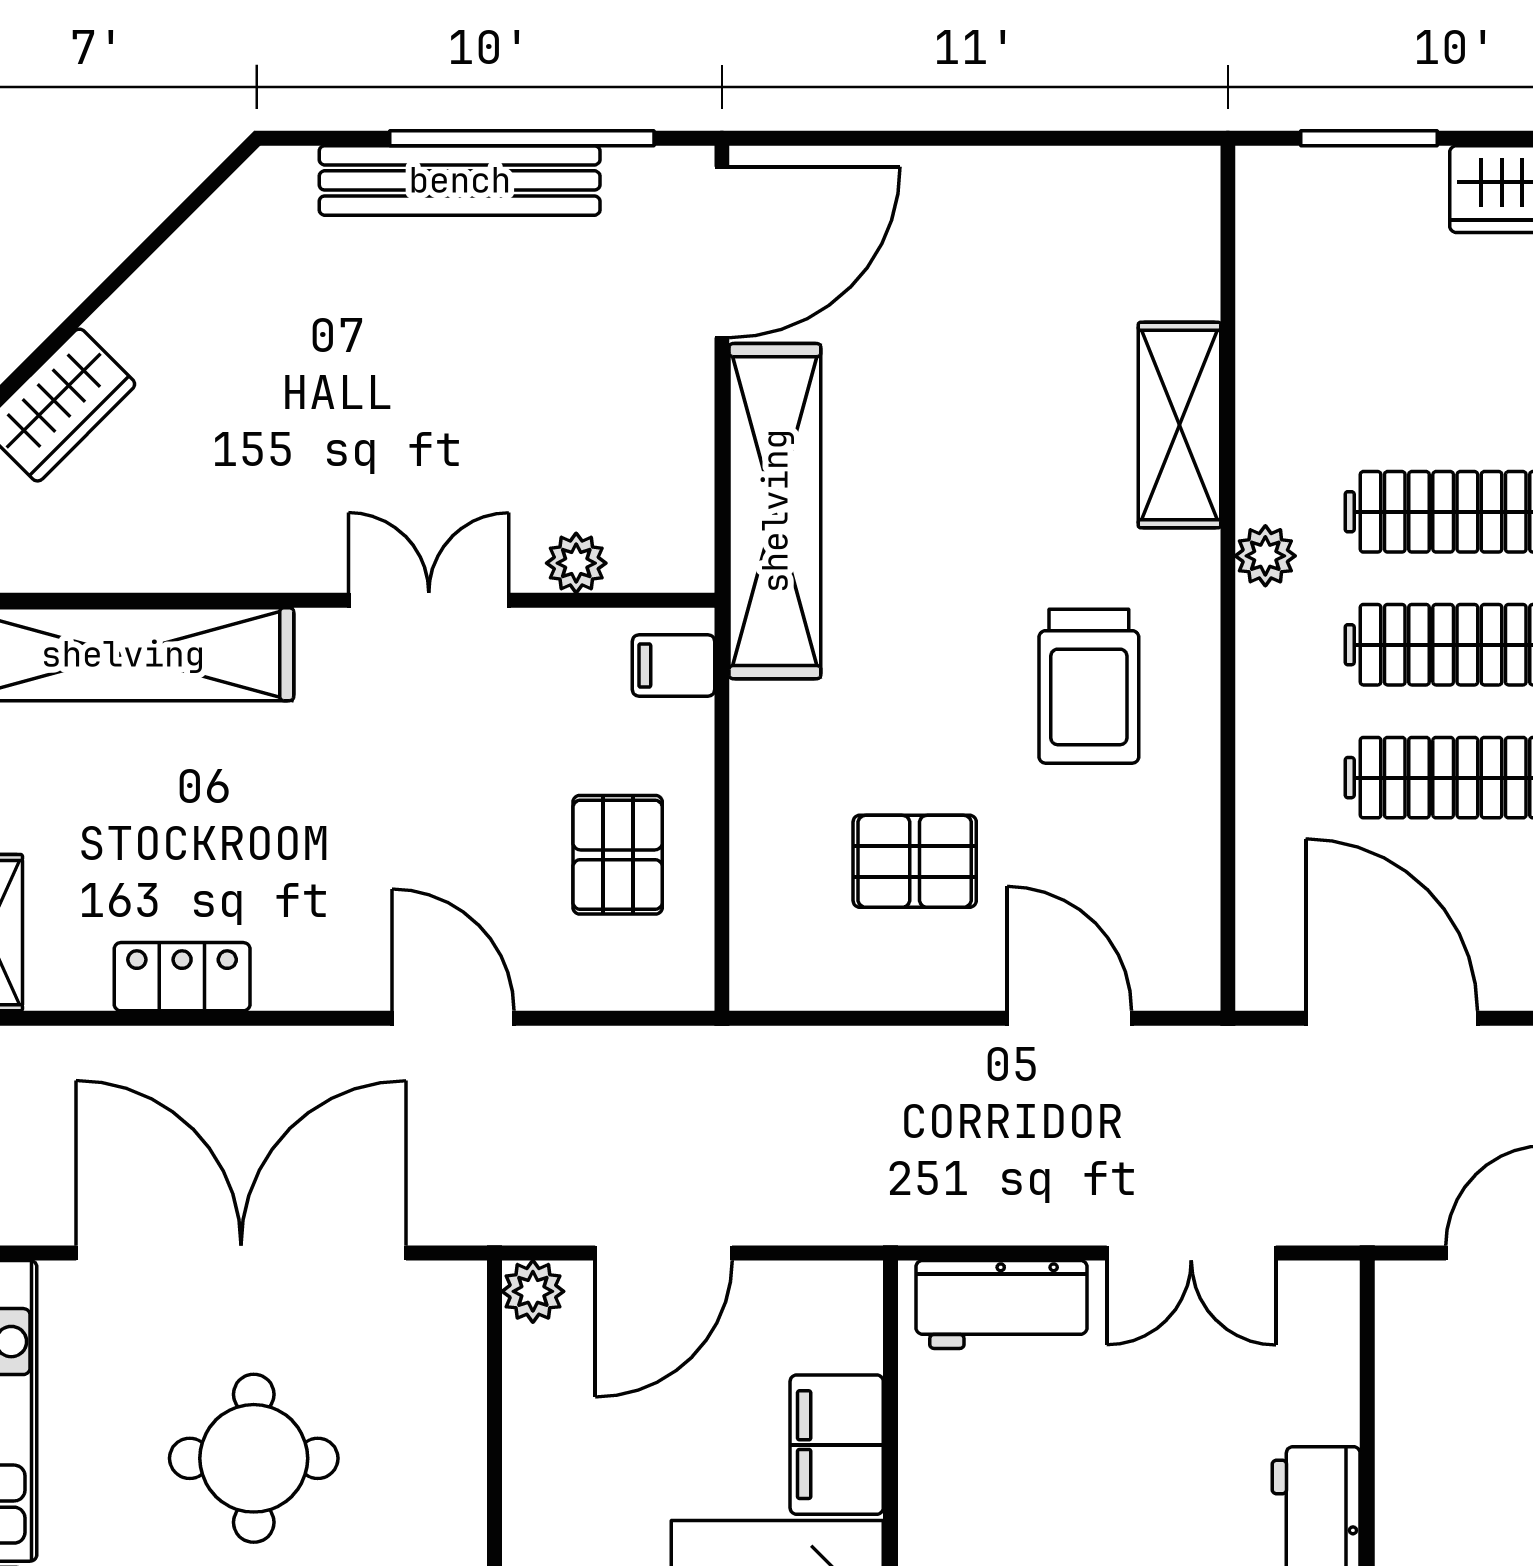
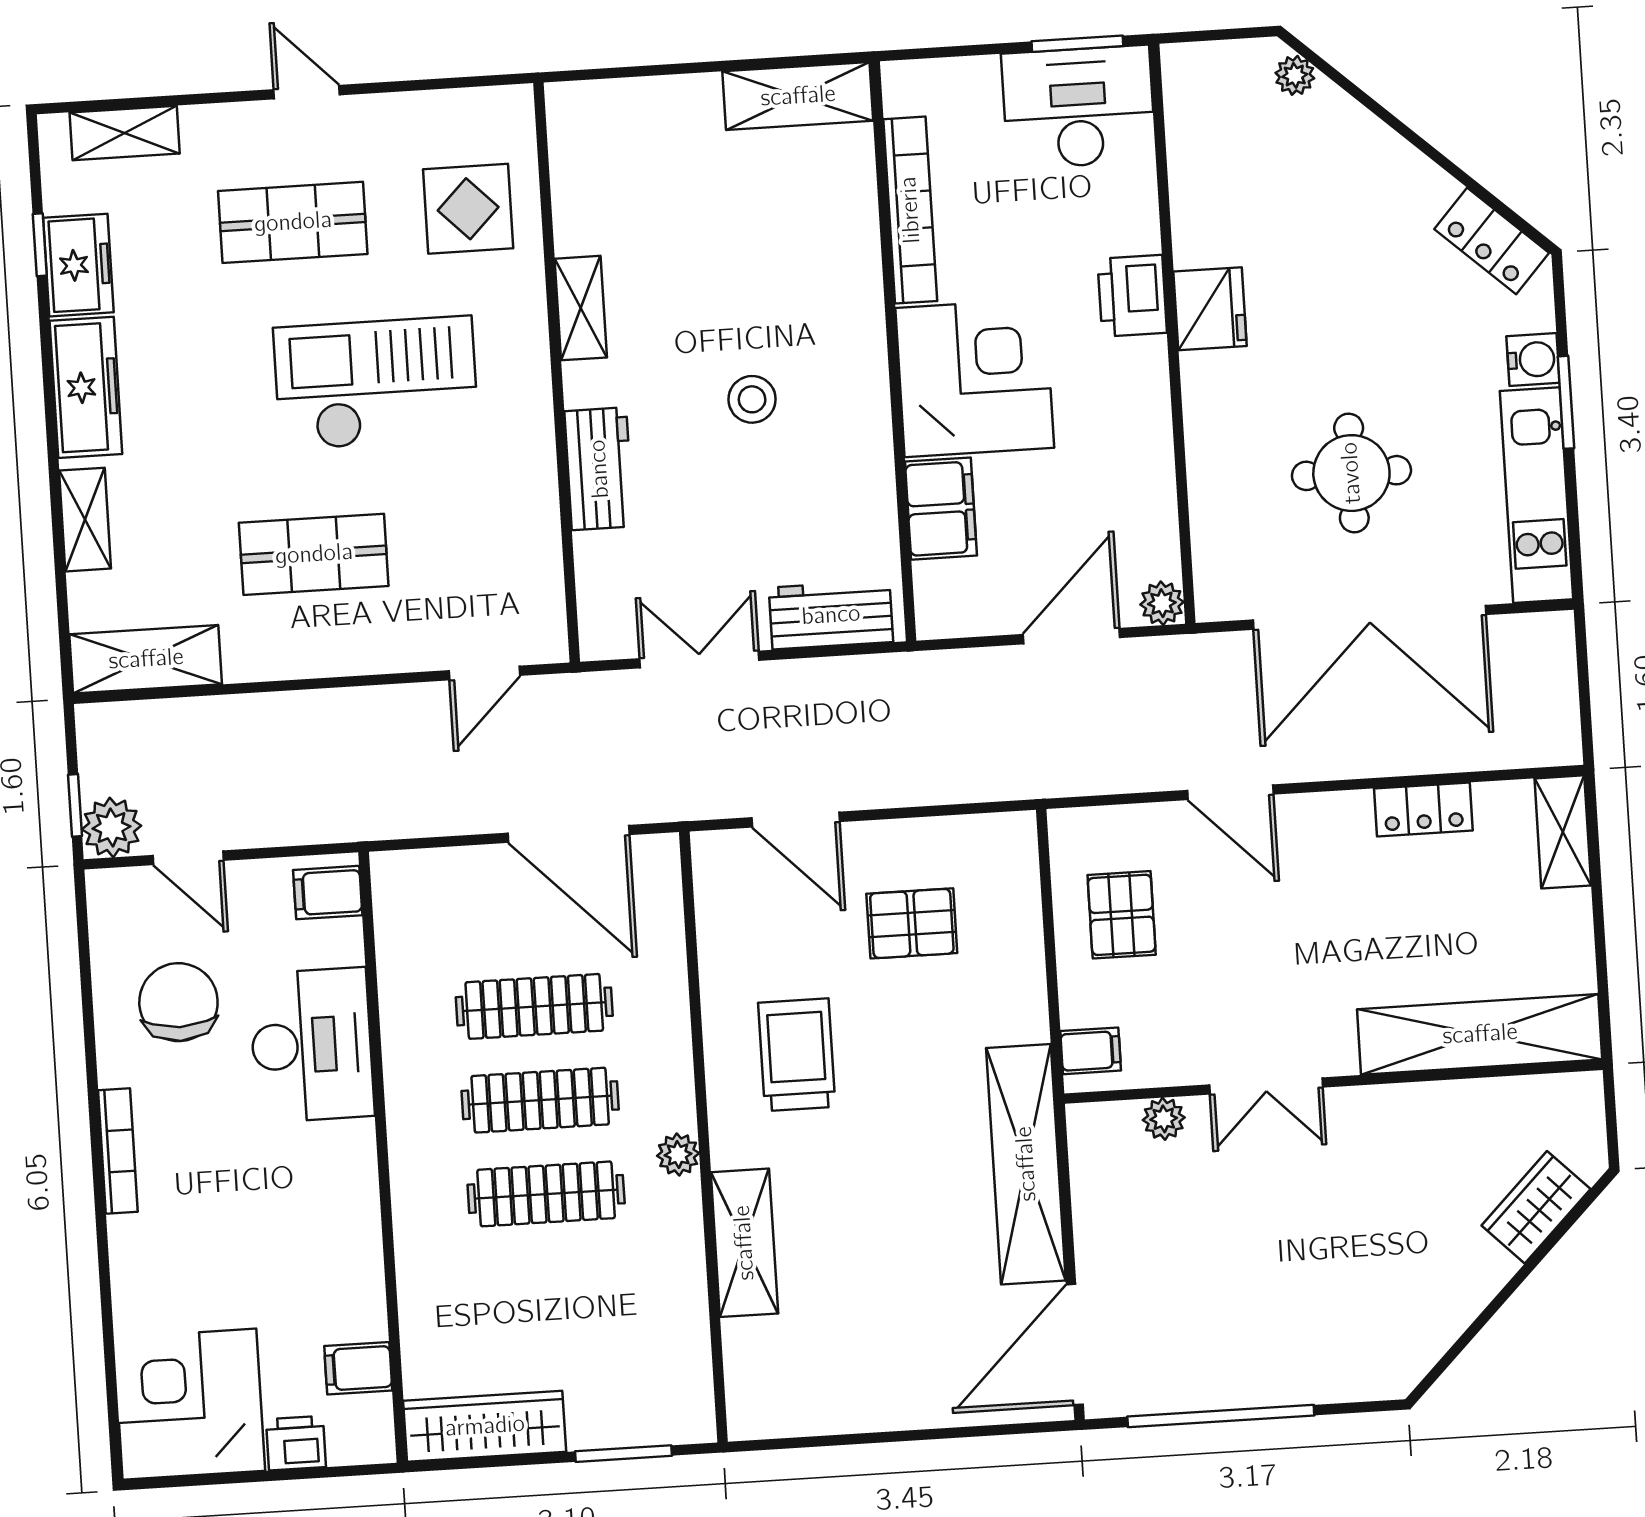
bench: (460, 180) -> (1263, 1383), removed

